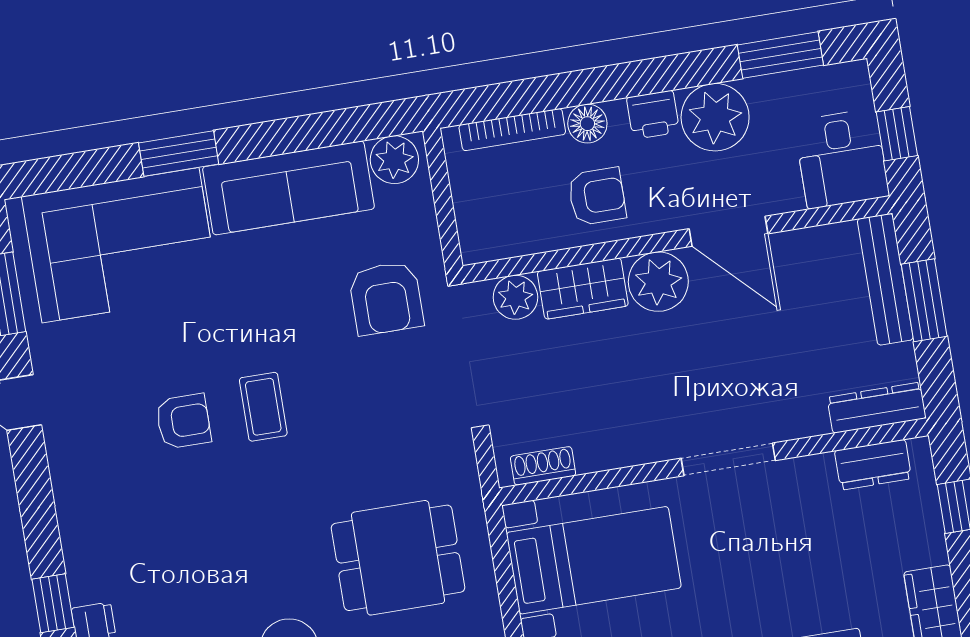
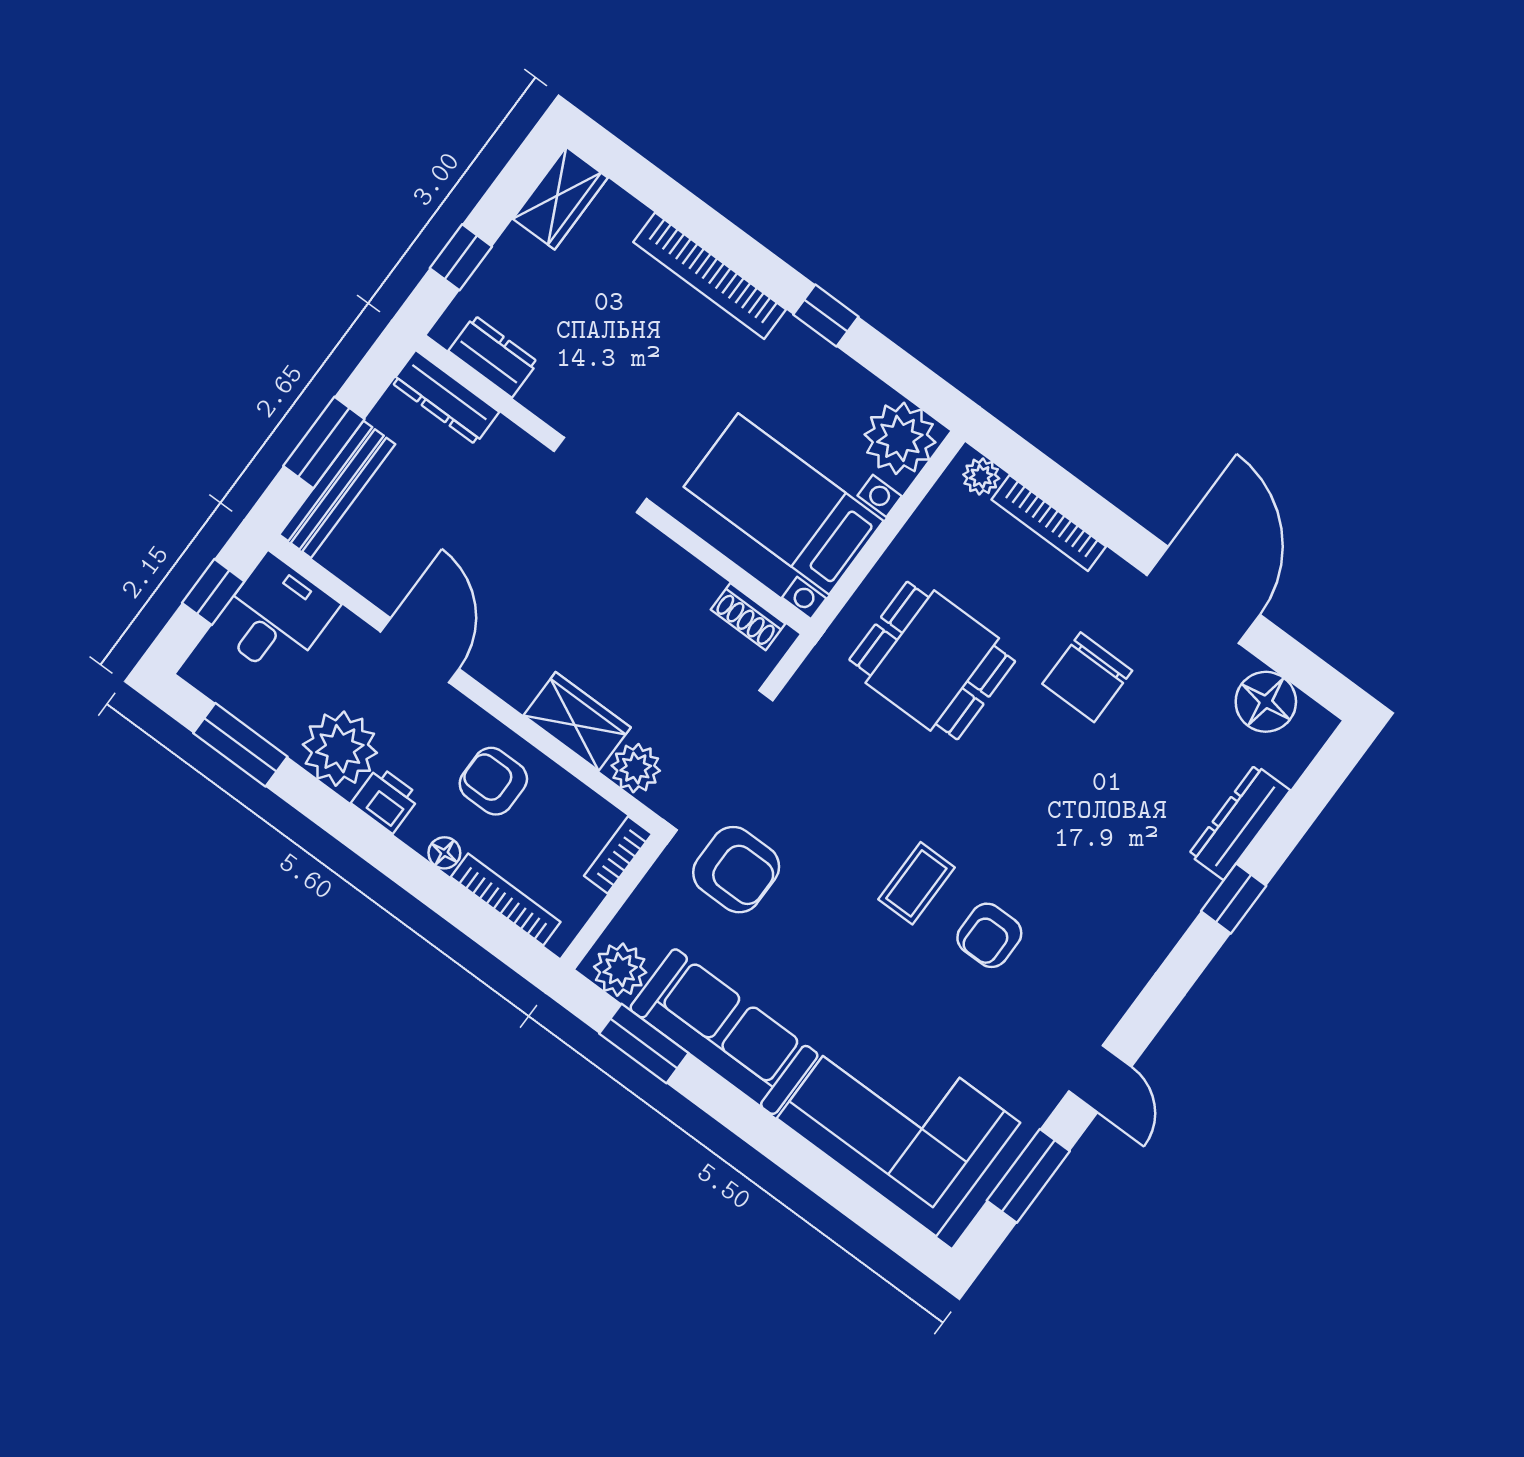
floor lamp: (587, 124) -> (444, 853), width x0.73, depth x0.73
window: (179, 154) -> (644, 1043), moved
bookcase: (470, 231) -> (618, 855), added
plant: (658, 282) -> (514, 667), removed
armchair: (386, 298) -> (736, 870), turned 90
armchair: (183, 421) -> (989, 935), turned -90

